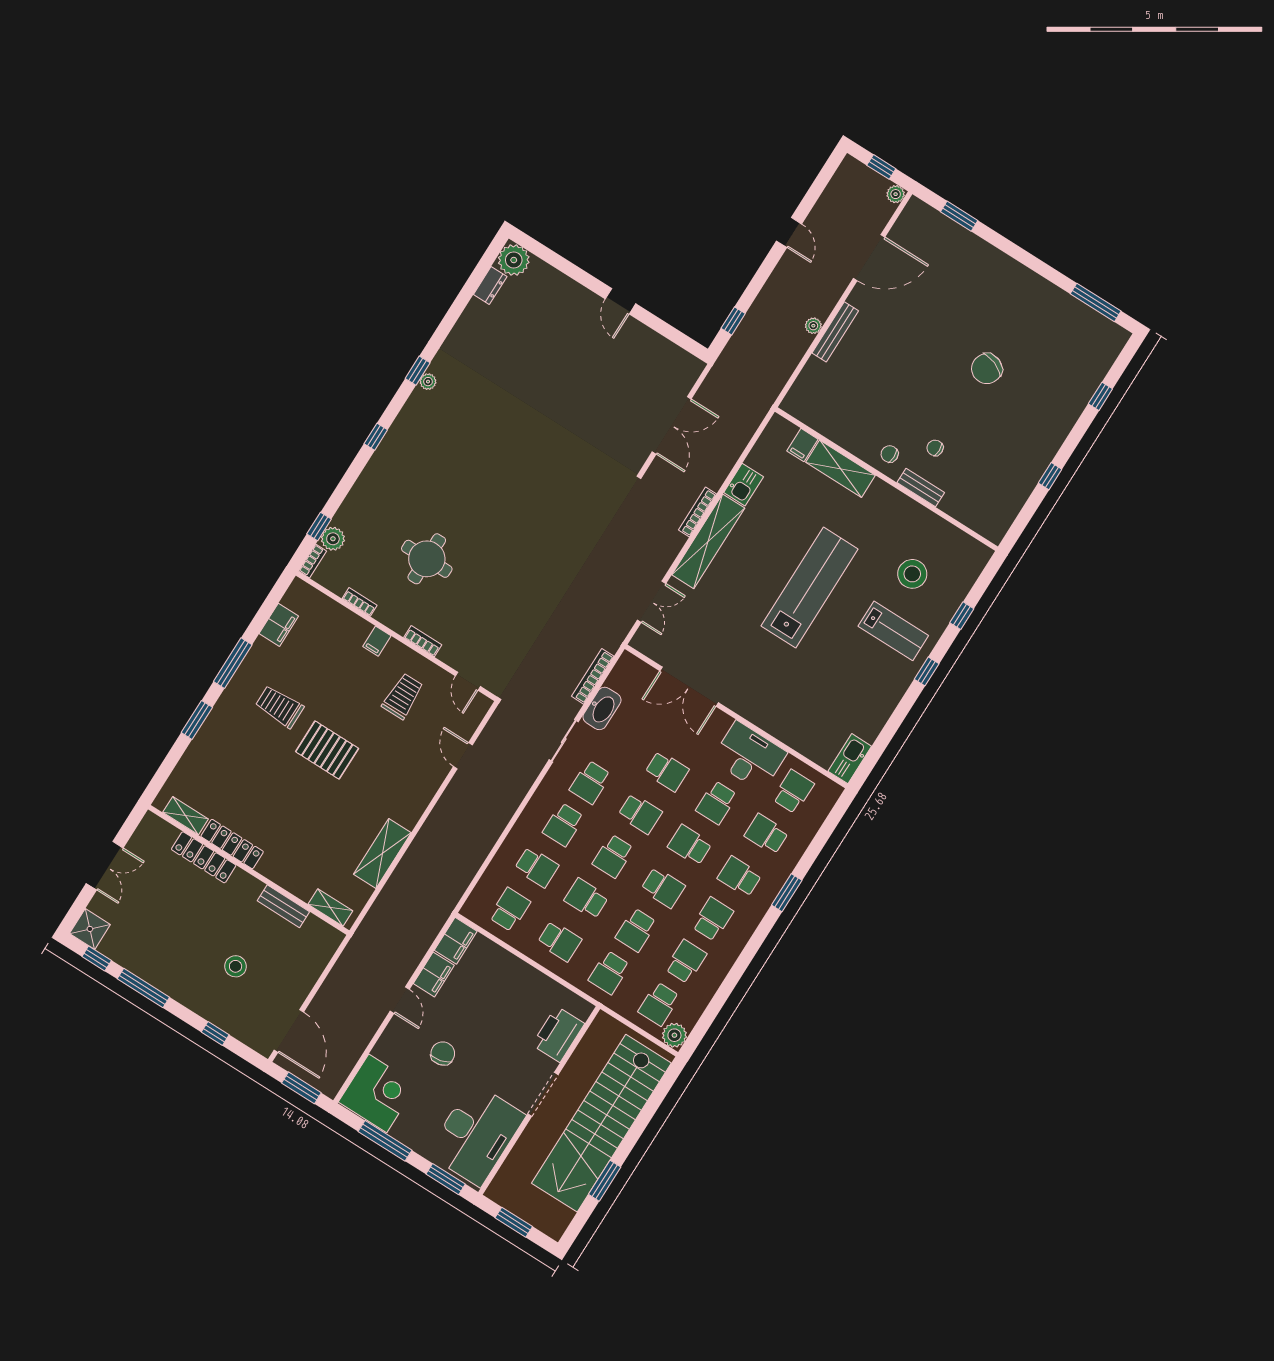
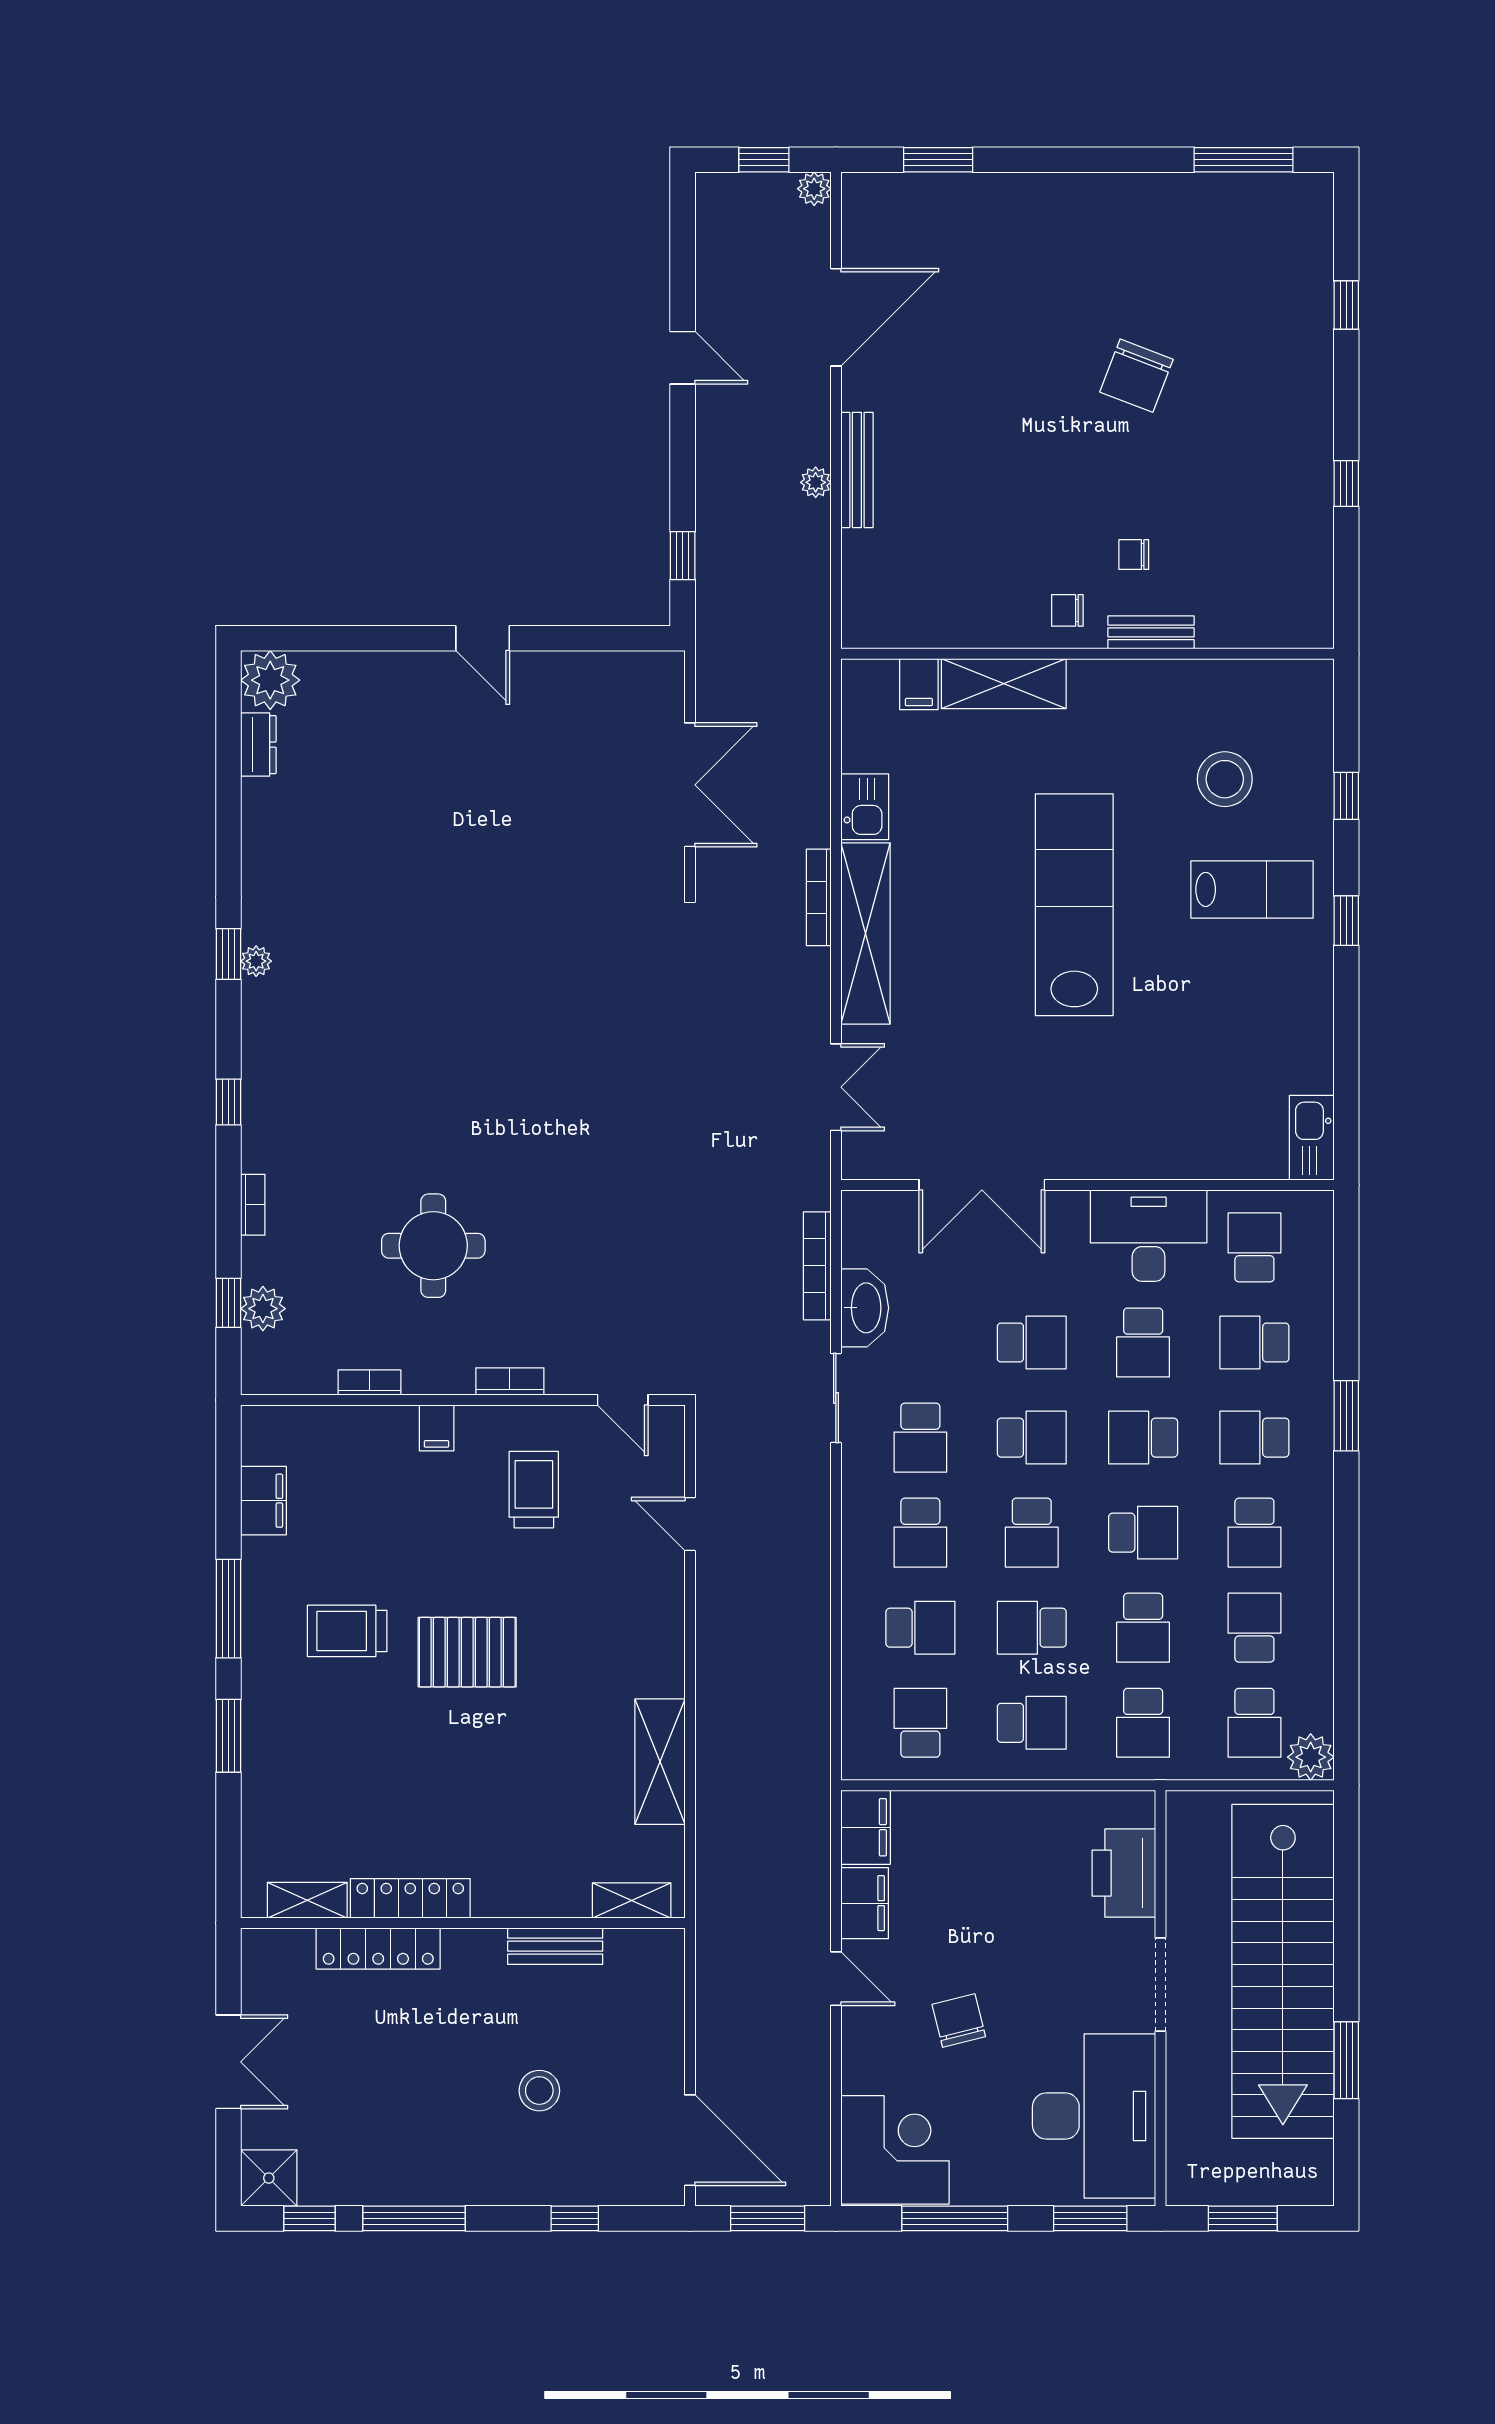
bookcase: (313, 561) -> (253, 1205), moved
school desk: (713, 919) -> (1254, 1533), turned 180

